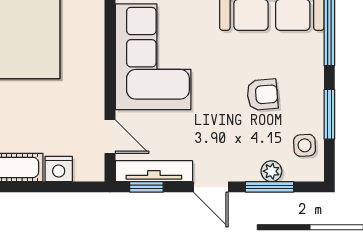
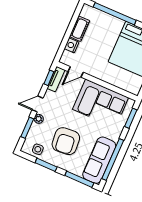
armchair: (262, 95) -> (66, 141), width x1.88, depth x1.88
tv unit: (154, 171) -> (56, 79), width x0.71
plant: (271, 171) -> (39, 119), moved

